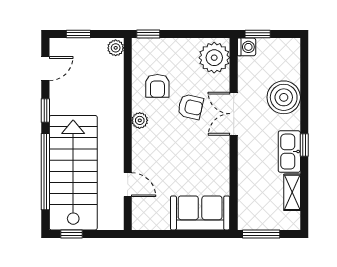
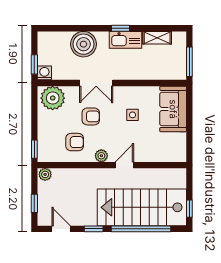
armchair: (191, 107) -> (91, 116), turned 77
side table: (192, 161) -> (133, 115), added
door: (128, 185) -> (124, 165), moved

